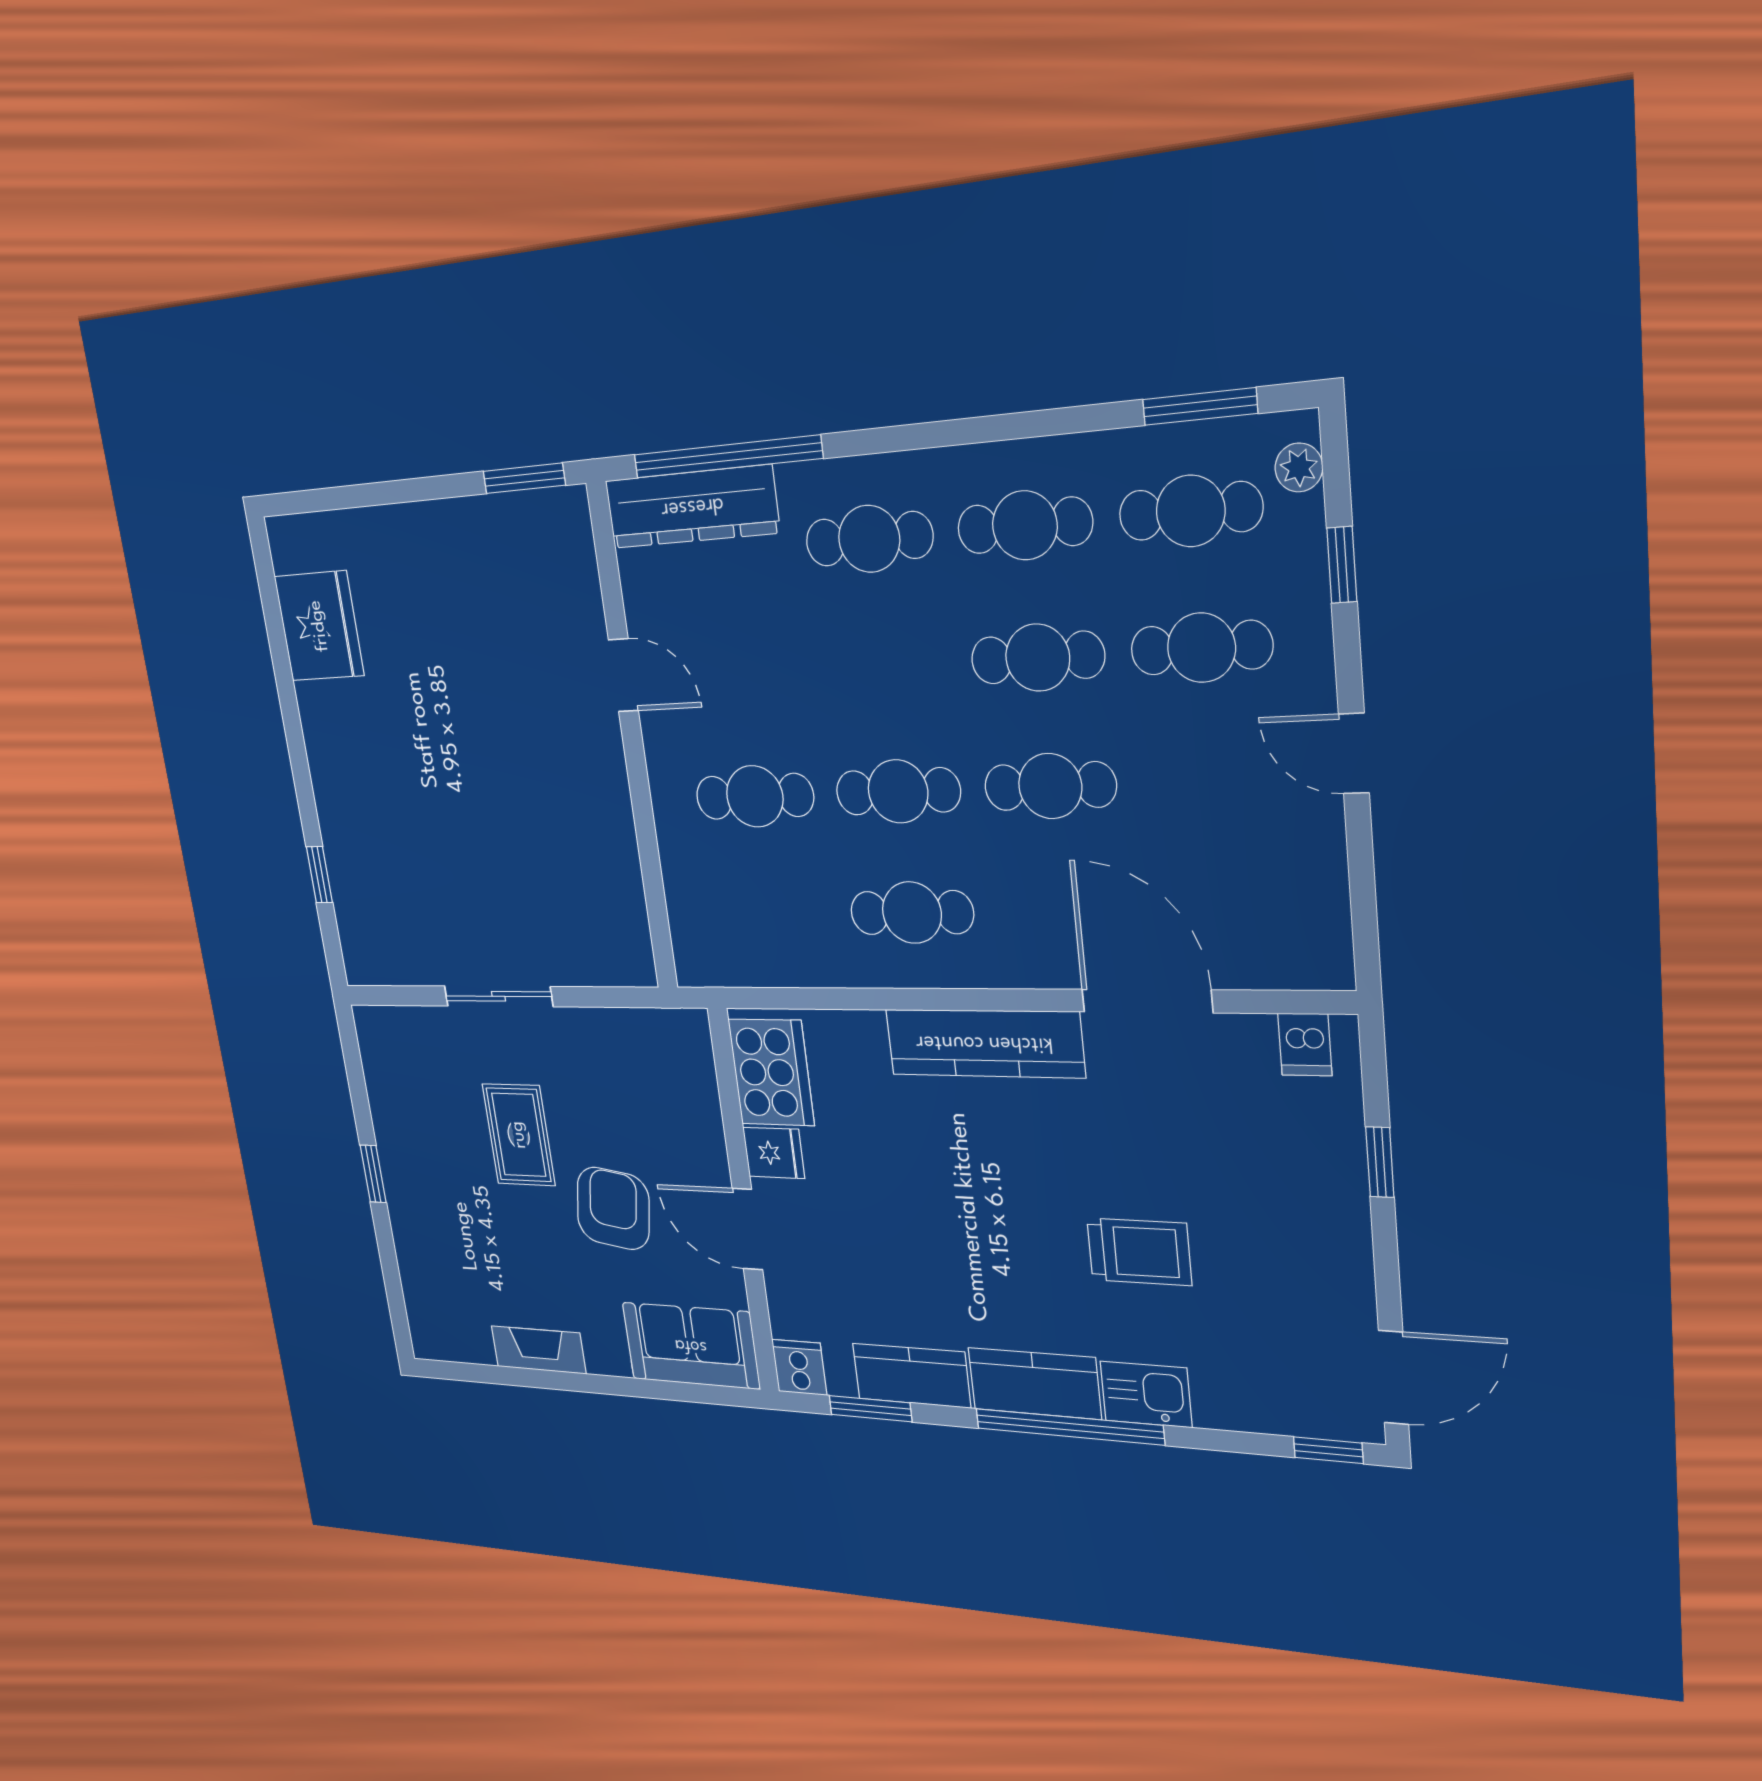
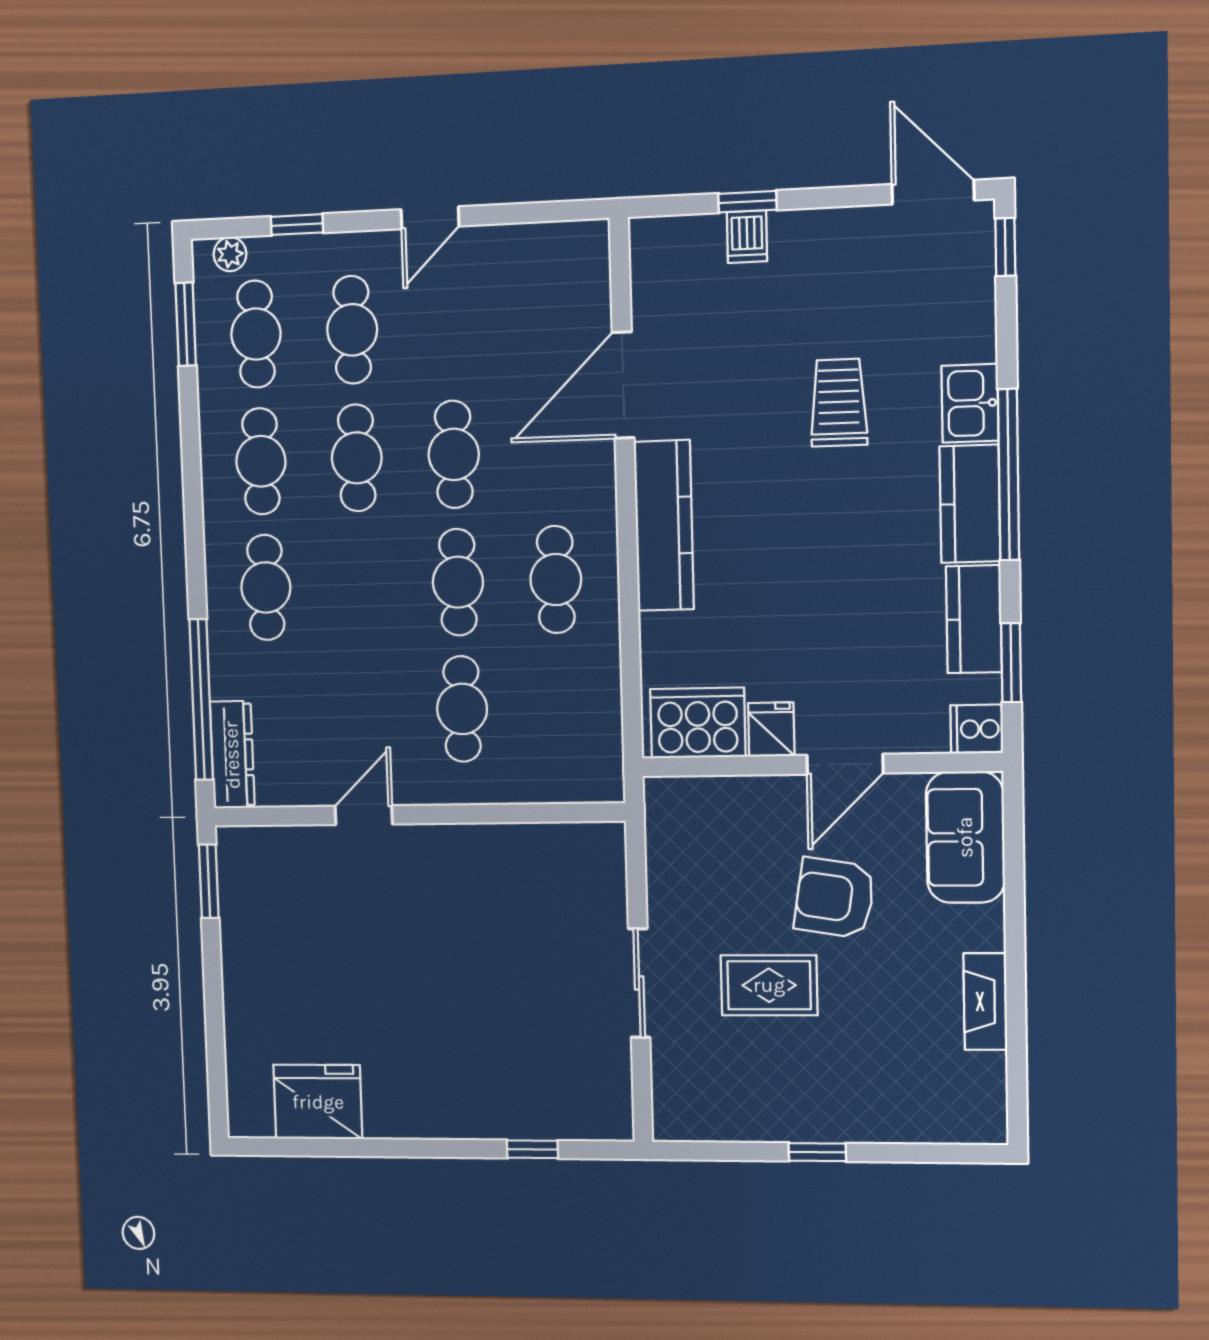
dresser: (692, 507) -> (232, 755), width x0.73, depth x0.80
dishwasher: (1305, 1044) -> (747, 237), moved, turned 90

